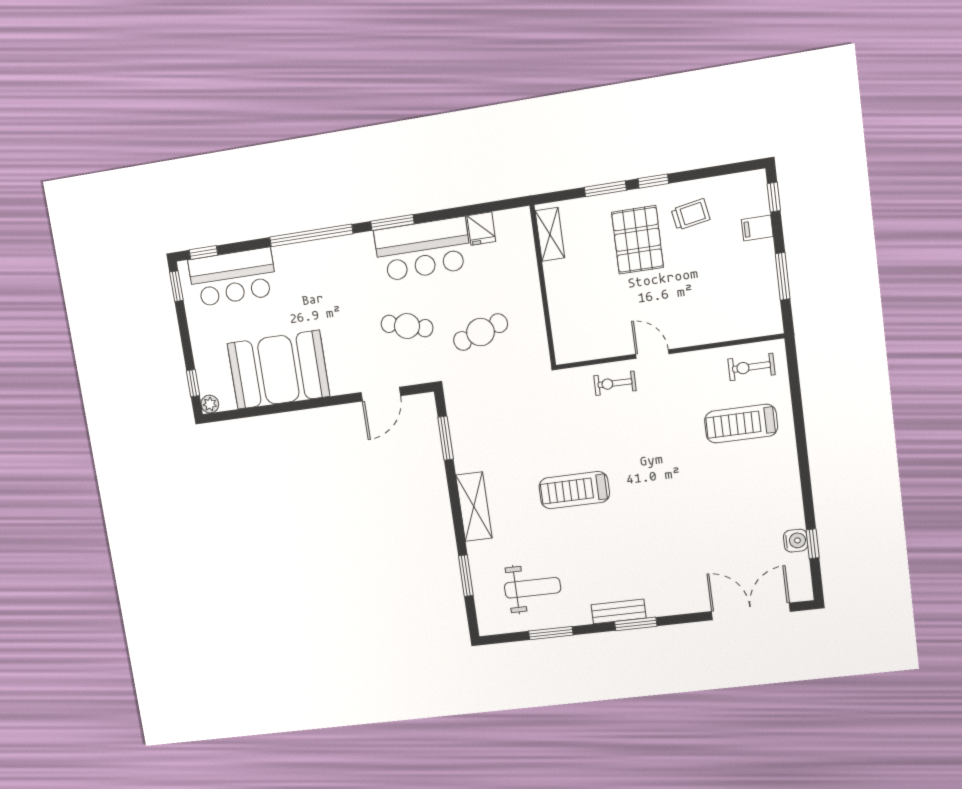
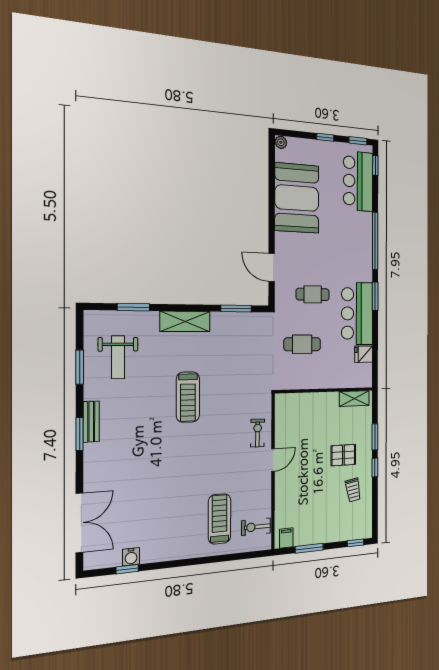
filing cabinet: (757, 228) -> (286, 538), moved
pallet: (638, 240) -> (343, 455), width x0.67, depth x0.71
cafe table: (407, 326) -> (313, 294), turned 75
cafe table: (480, 332) -> (302, 344), turned -72
exercise bike: (751, 367) -> (256, 527), turned -90
window: (193, 383) -> (325, 137), moved
treadmill: (574, 490) -> (188, 397), turned 180

